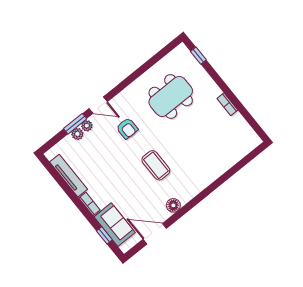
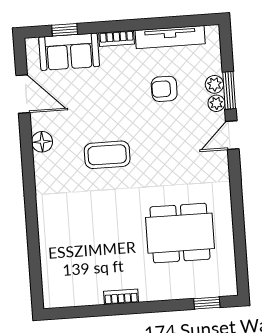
dining table: (171, 96) -> (180, 233), turned 90
armchair: (127, 128) -> (164, 89), moved
door: (155, 234) -> (23, 94), hinge flipped

